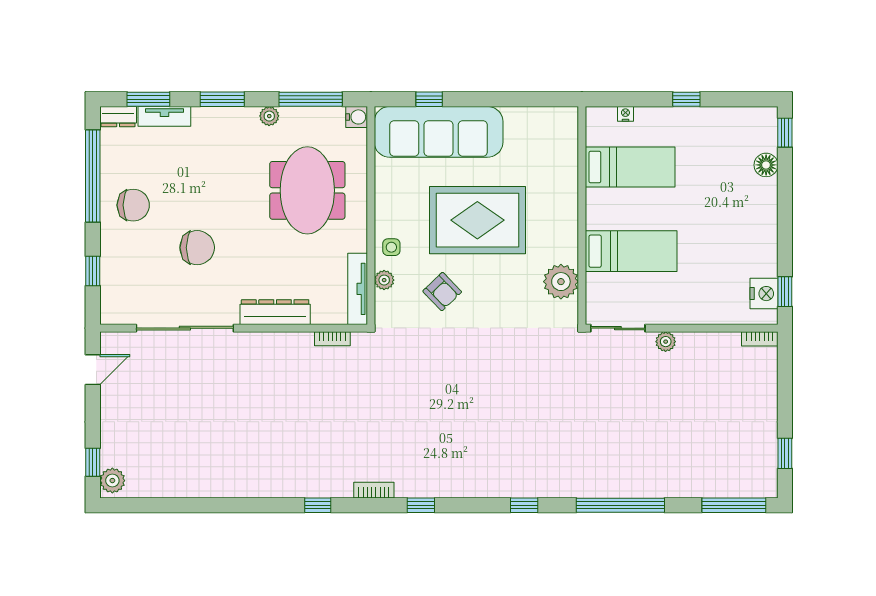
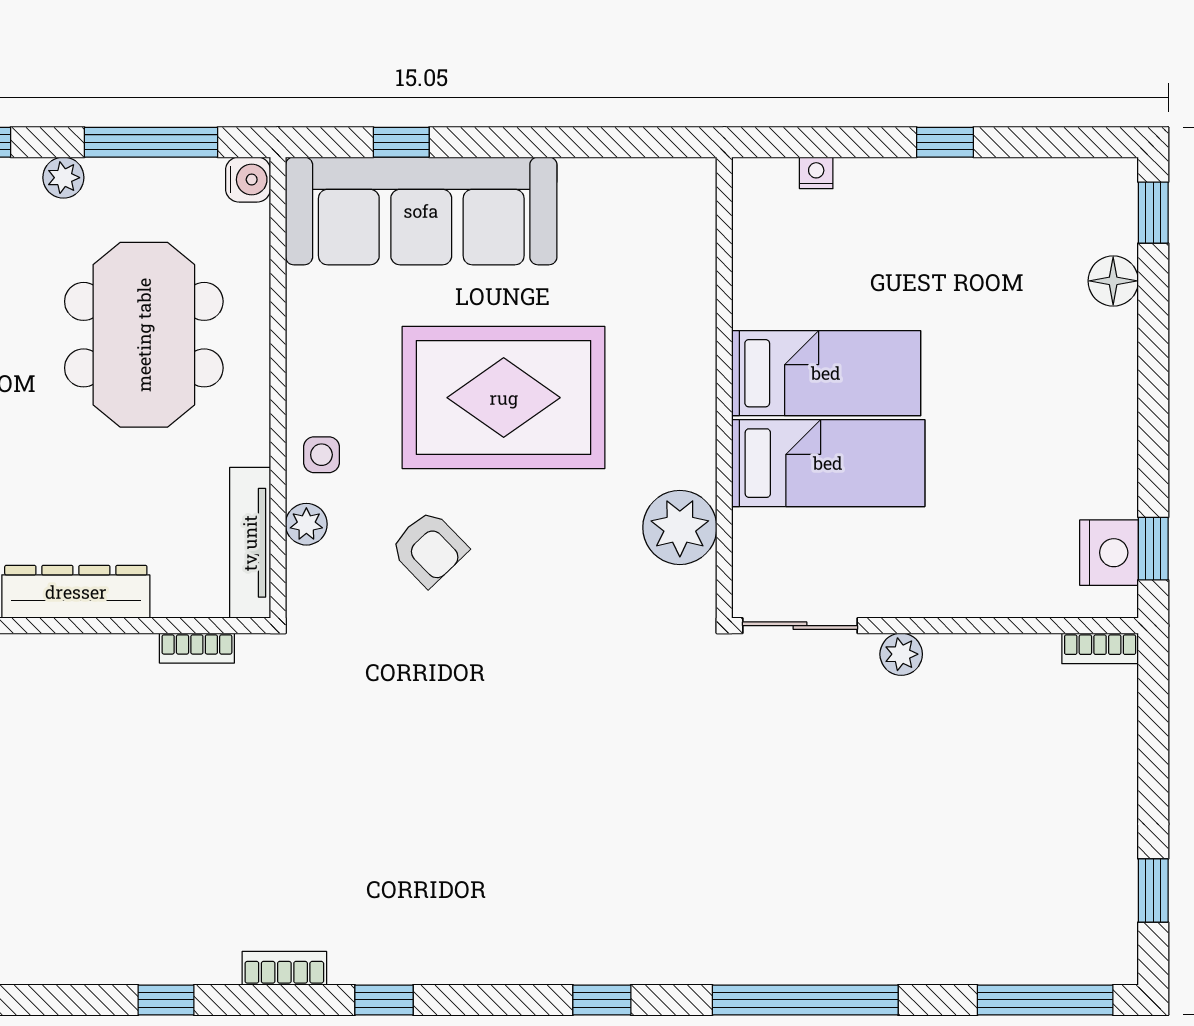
bed: (630, 167) -> (826, 373), moved

